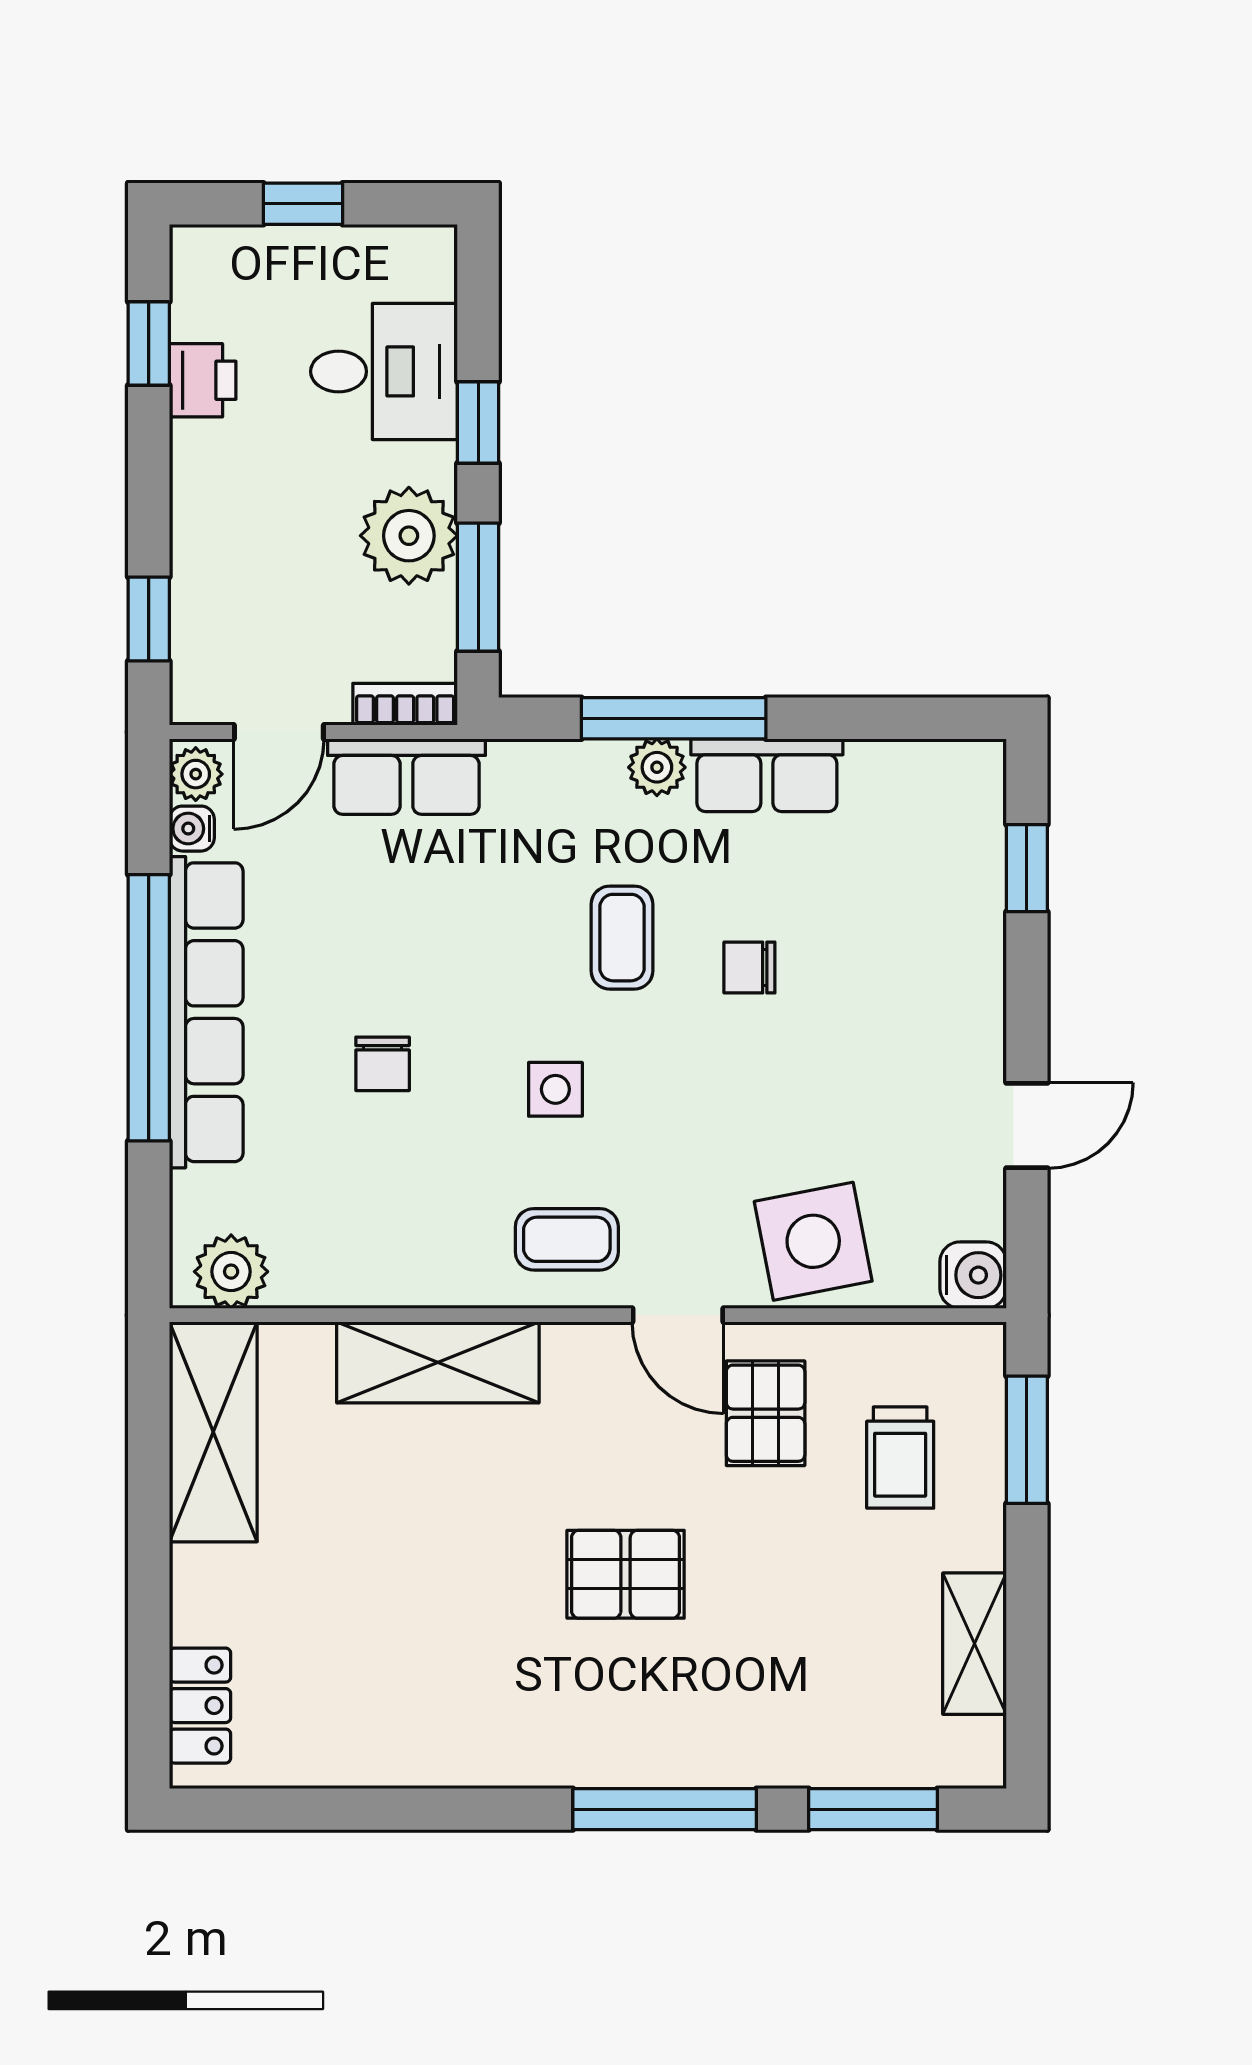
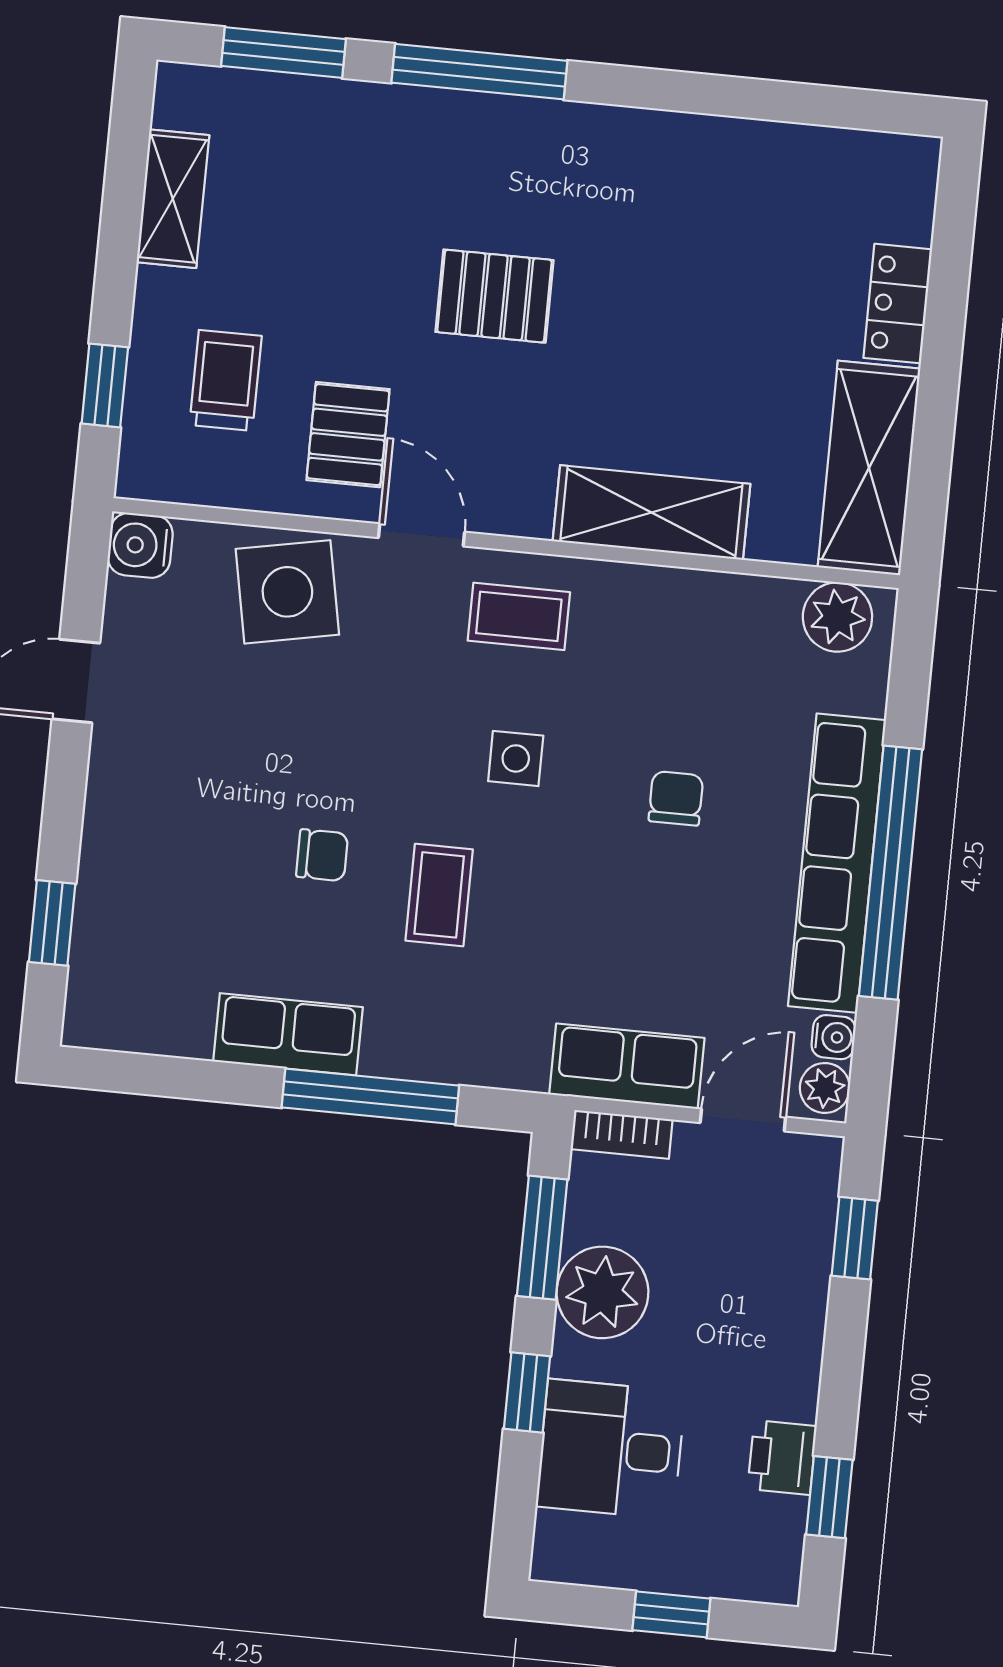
plant: (657, 767) -> (391, 1052), removed
window: (1027, 1440) -> (105, 385), width x0.67
locker: (200, 1706) -> (898, 304), moved

